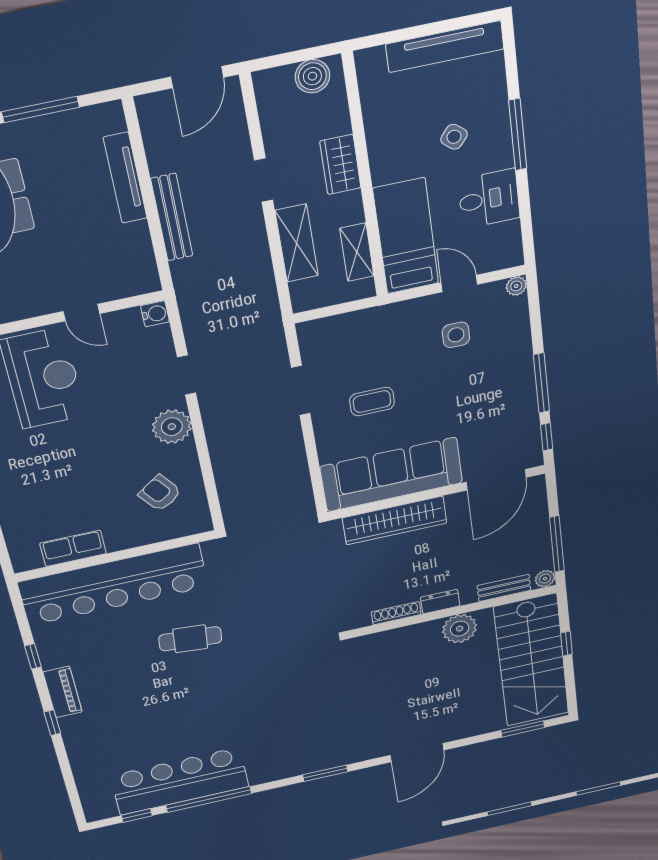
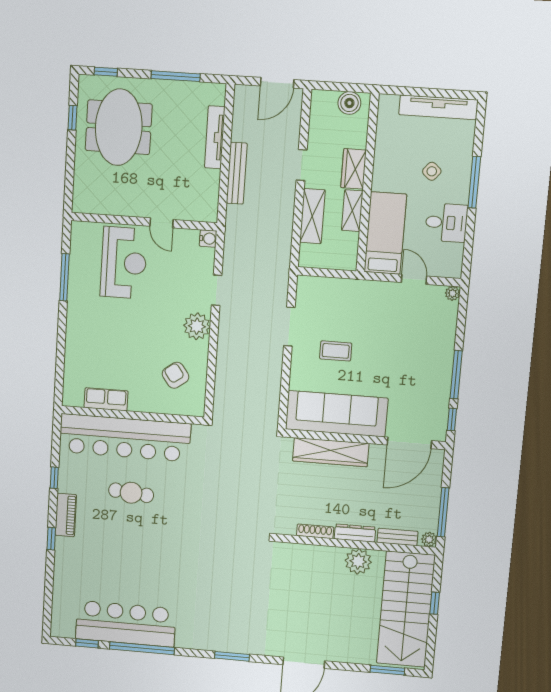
shelving: (357, 252) -> (352, 211), moved
side table: (456, 335) -> (404, 318), removed
dresser: (440, 602) -> (355, 533), width x1.44
cafe table: (190, 639) -> (131, 493), moved

